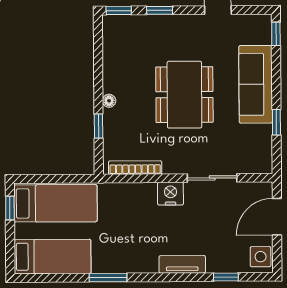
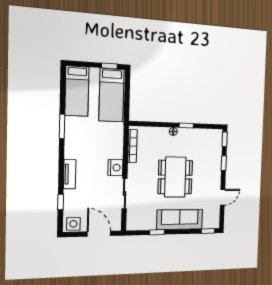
dining table: (184, 95) -> (175, 177), turned 90
window: (98, 126) -> (186, 125), moved

